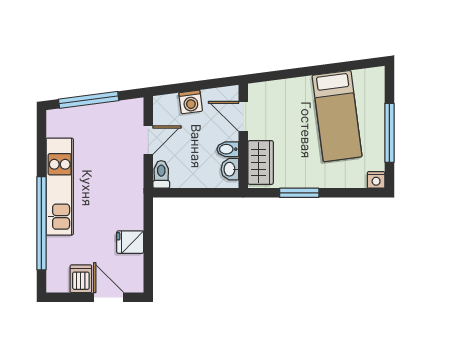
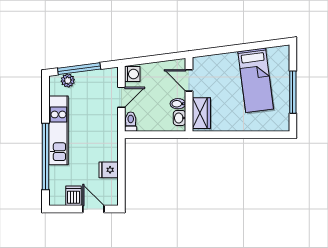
washing machine: (191, 102) -> (132, 74), moved, turned -83
plant: (73, 117) -> (68, 81), added
nightstand: (376, 180) -> (283, 126), removed
window: (299, 193) -> (229, 135), removed

